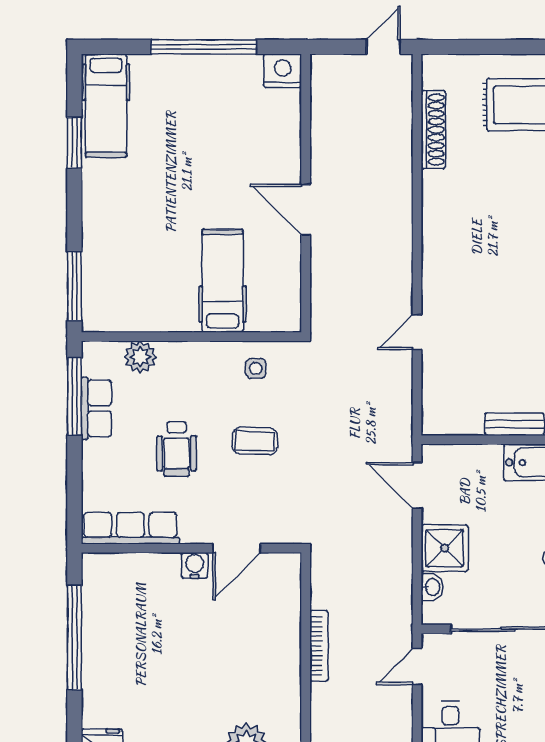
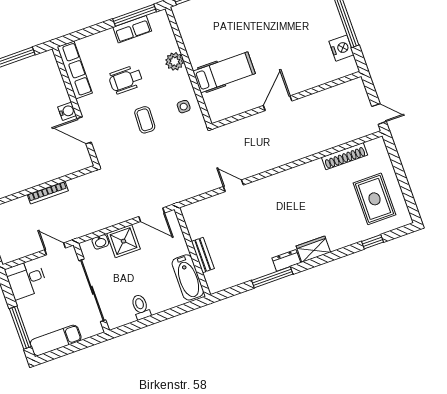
nightstand: (283, 71) -> (341, 48), moved
plant: (140, 357) -> (175, 61), moved
door: (417, 486) -> (152, 215), swing flipped

